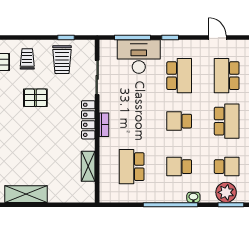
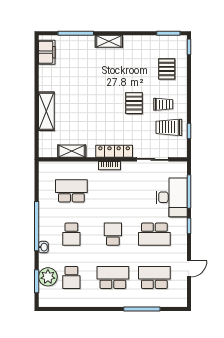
trolley: (27, 59) -> (163, 104), moved
school desk: (227, 121) -> (113, 277), turned 180
school desk: (179, 167) -> (71, 234), turned 180
shelving: (26, 194) -> (46, 111), moved

